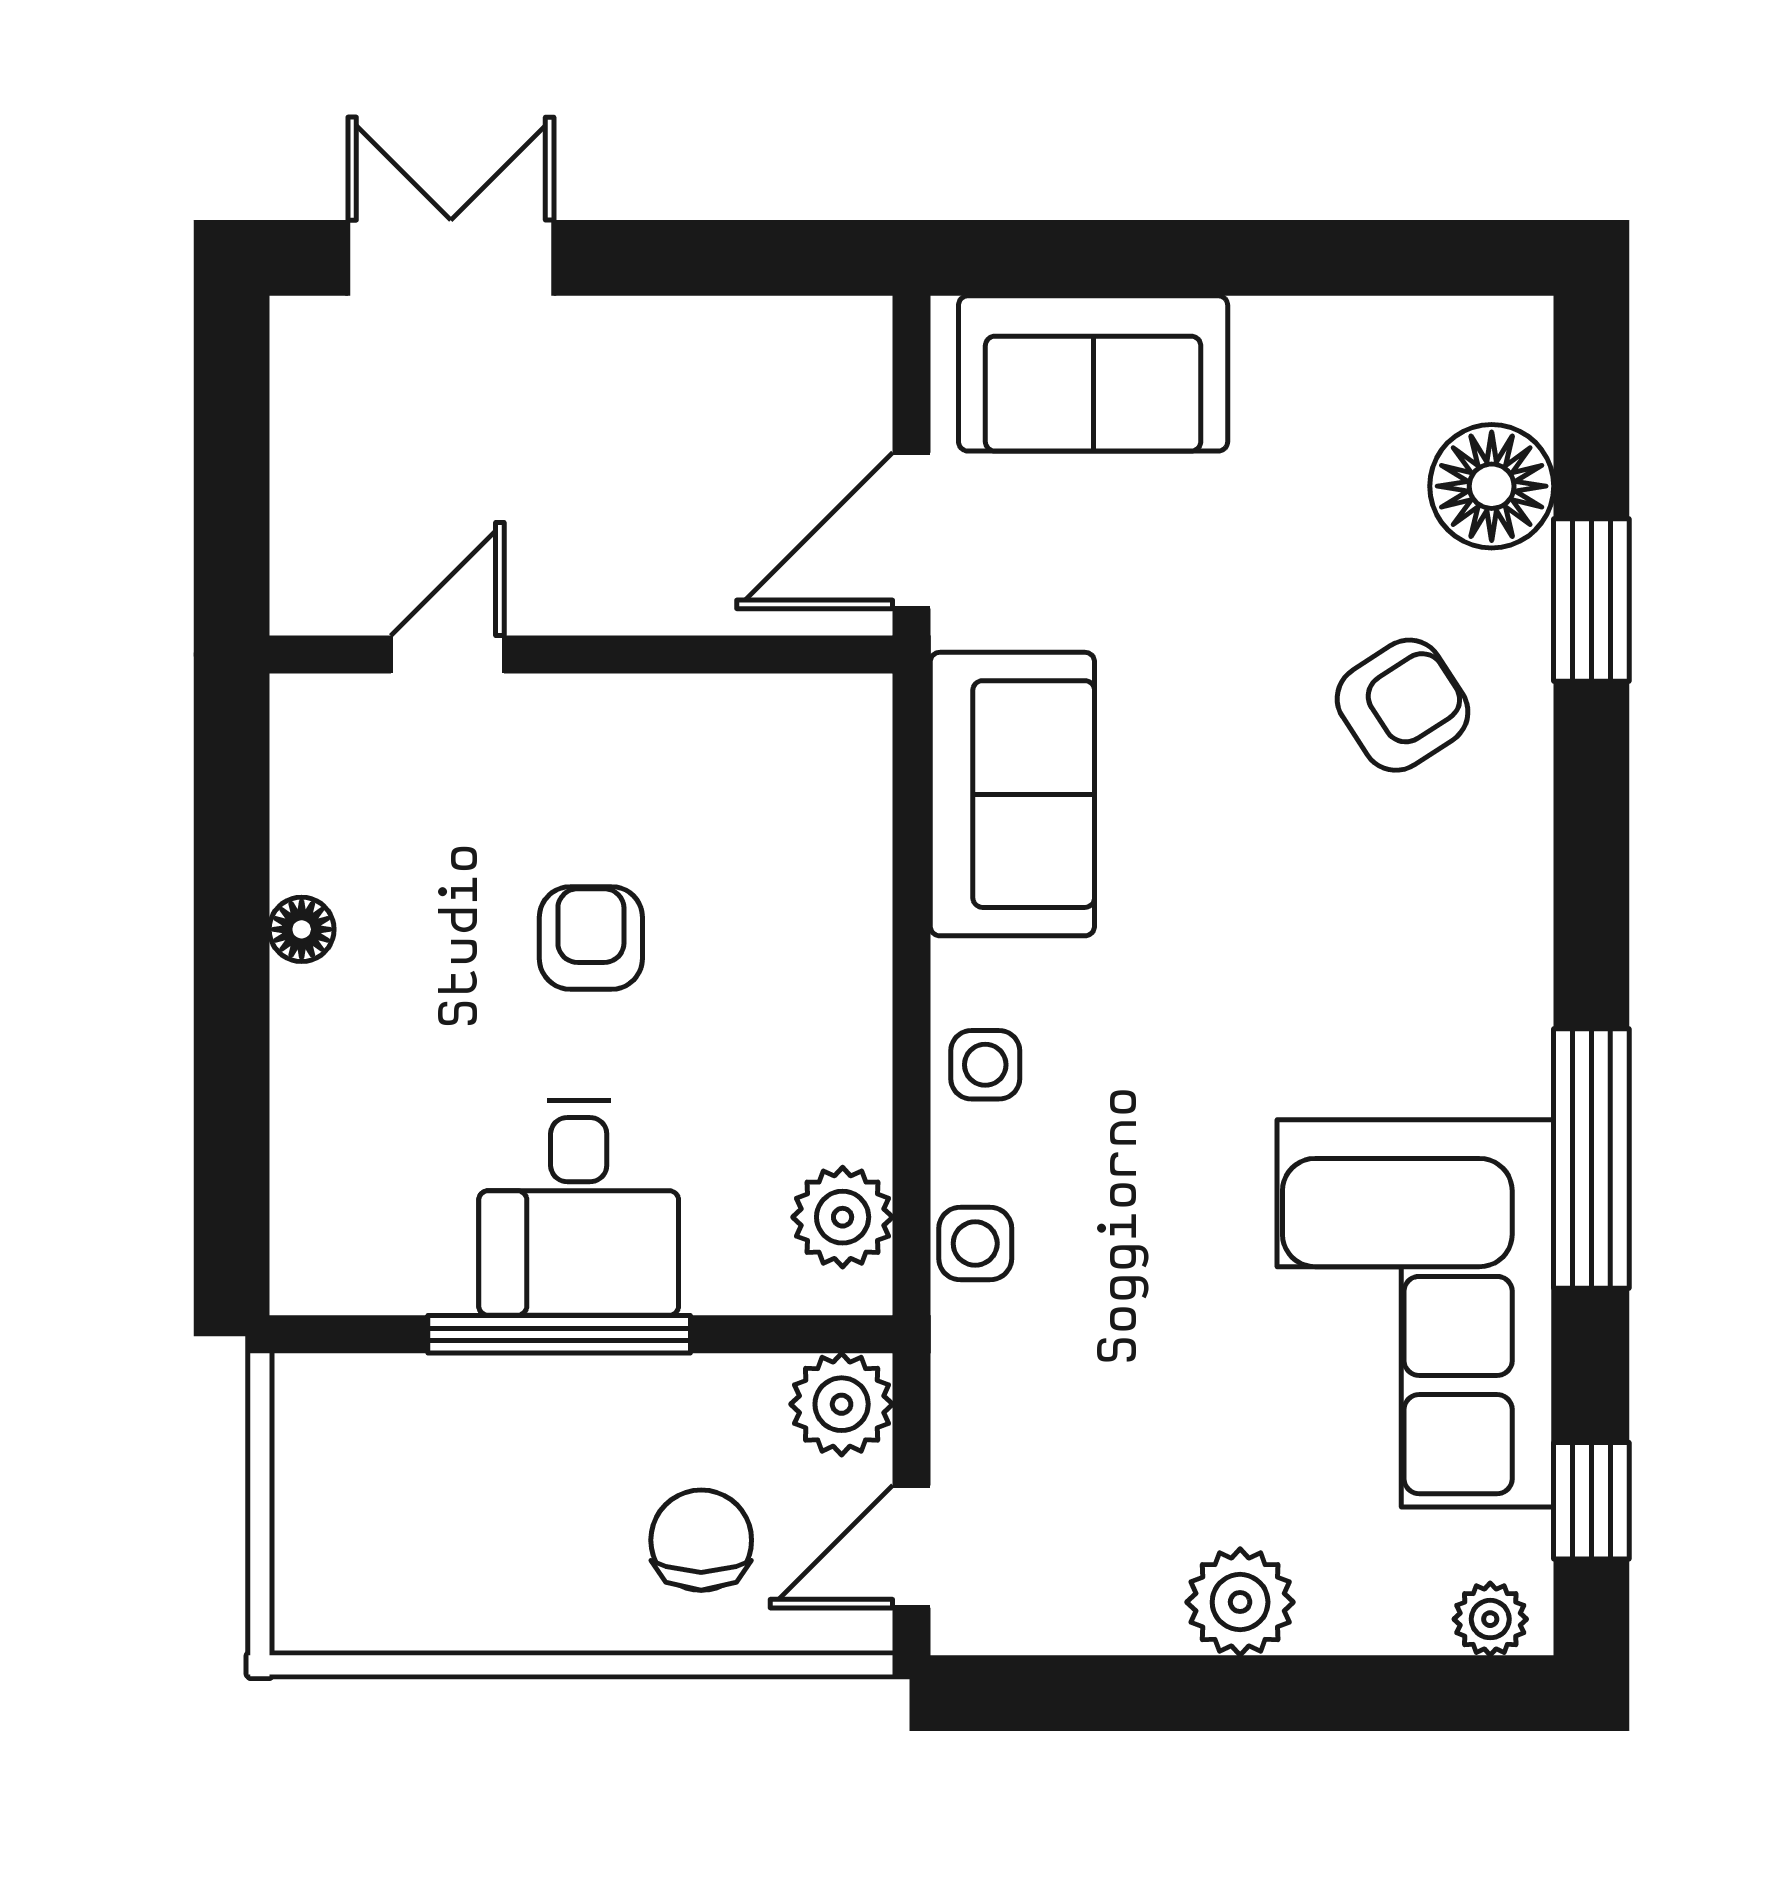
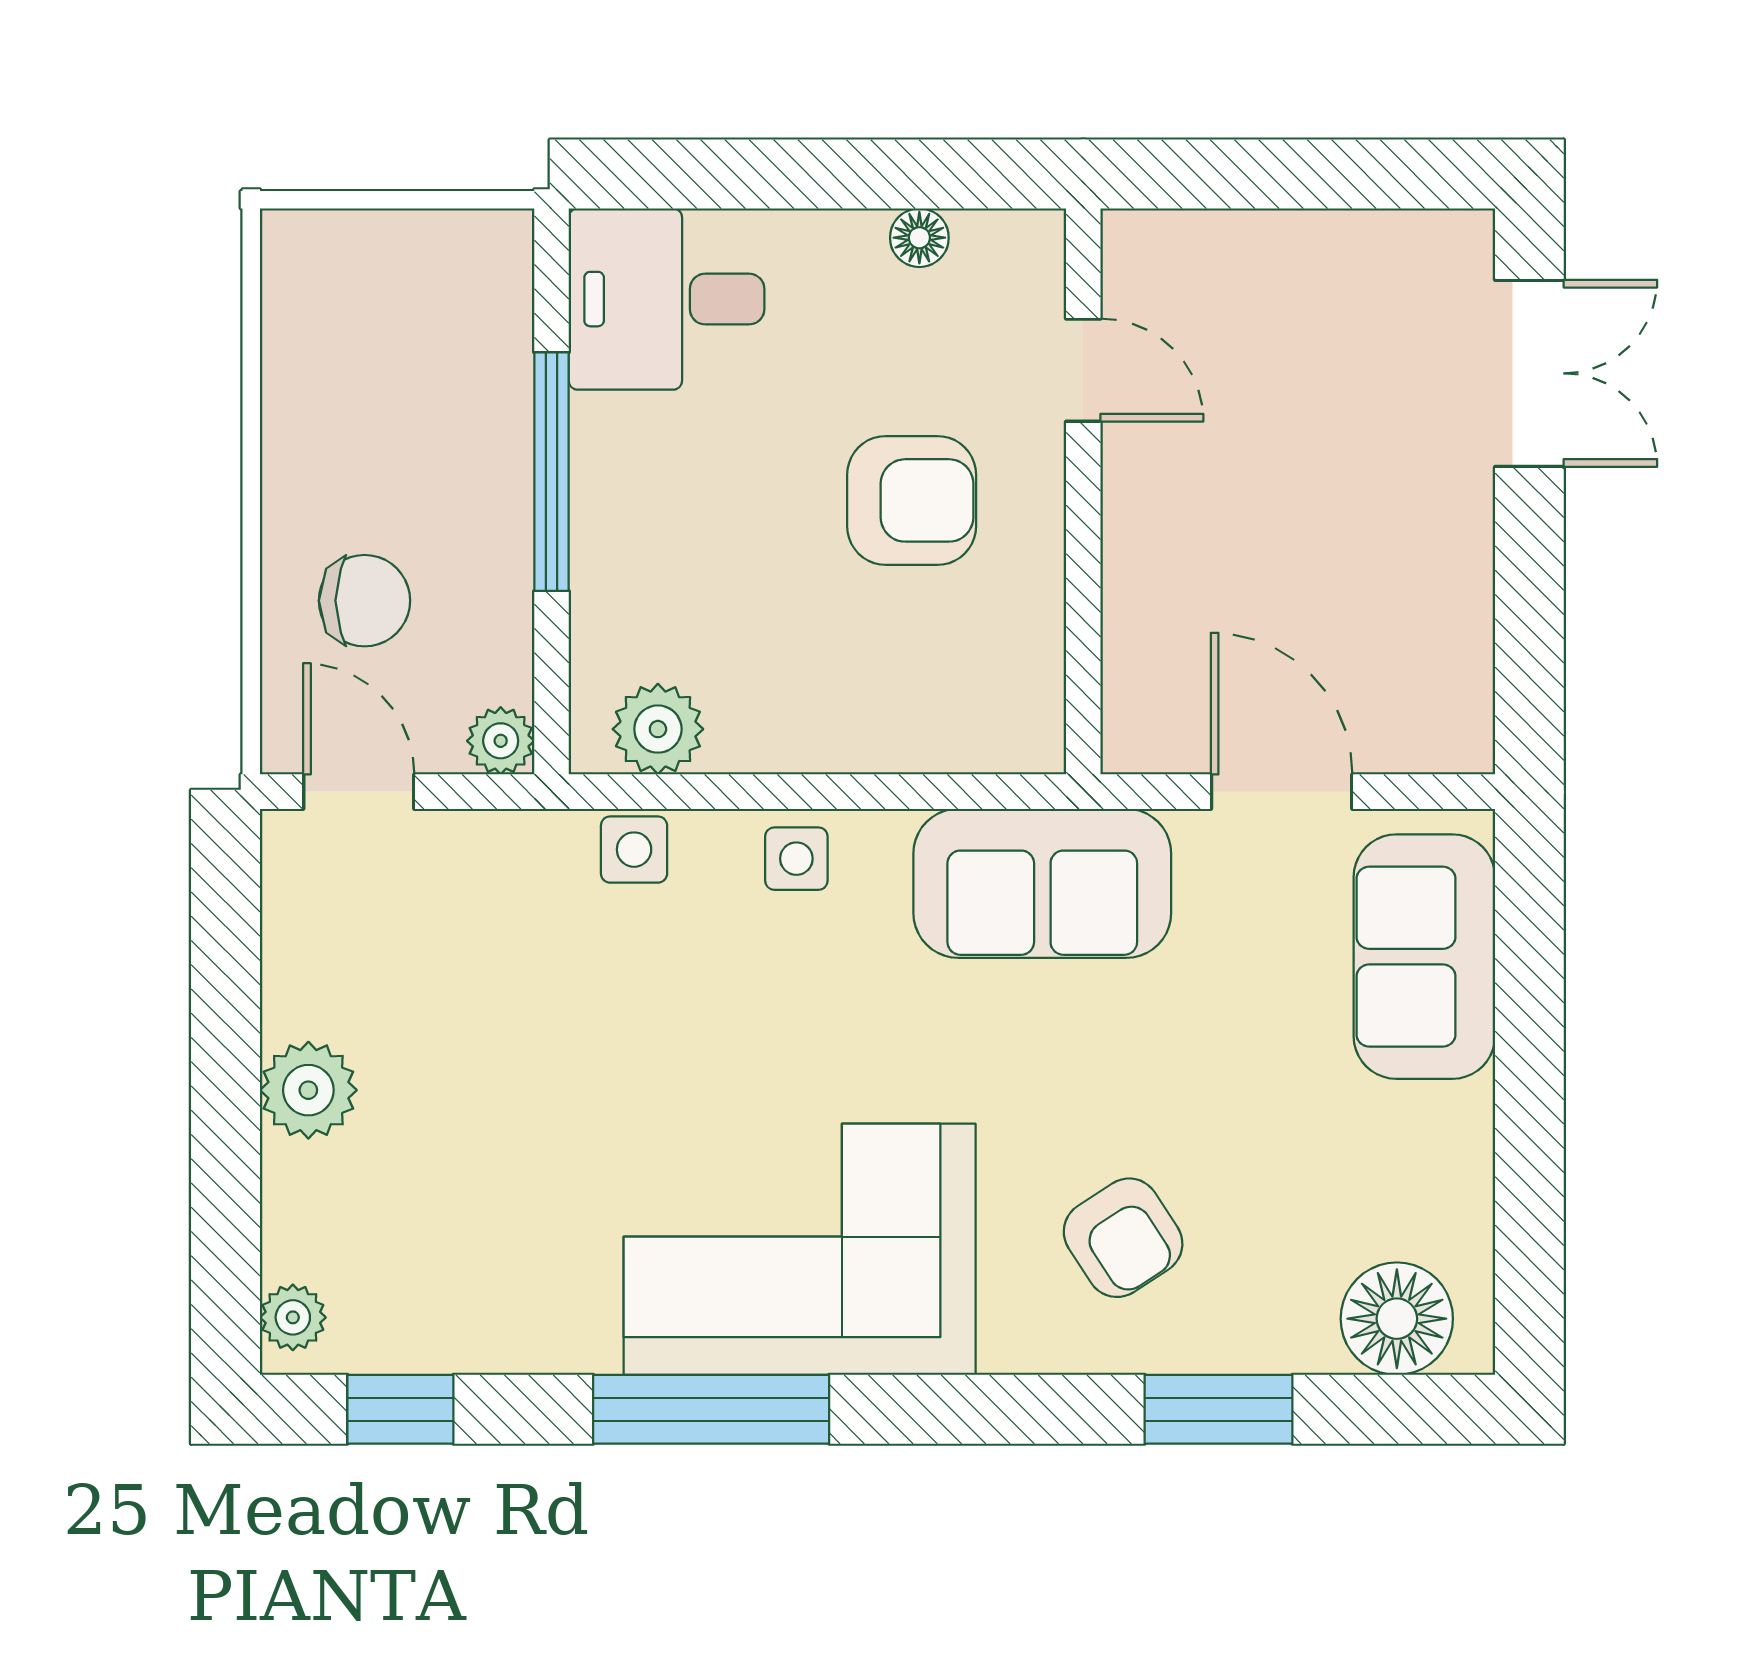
floor lamp: (1492, 486) -> (1397, 1319), moved
door: (447, 654) -> (1083, 370), moved
wall: (581, 654) -> (1083, 491), moved
armchair: (591, 938) -> (912, 500), width x1.38, depth x1.38
desk: (579, 1208) -> (666, 299), moved
corner sofa: (1415, 1313) -> (800, 1249), moved
plant: (842, 1404) -> (501, 741), width x0.73, depth x0.73

